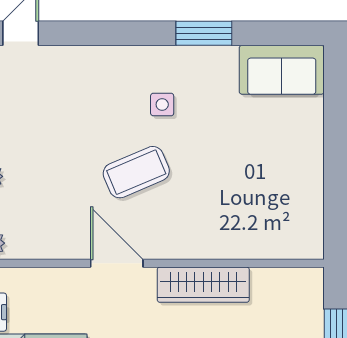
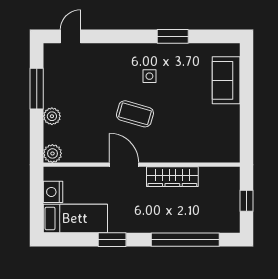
sofa: (282, 70) -> (226, 80), moved, turned 90
coffee table: (136, 172) -> (135, 114), turned 39

